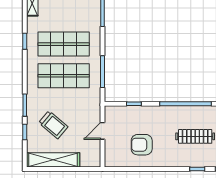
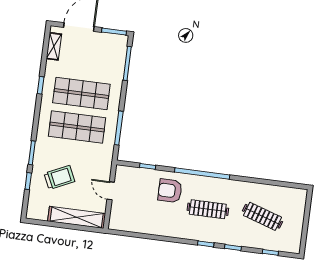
trolley: (53, 125) -> (59, 177), turned -65
door: (103, 131) -> (111, 191), hinge flipped
armchair: (142, 145) -> (170, 191), moved
shelving: (53, 160) -> (77, 217), moved

